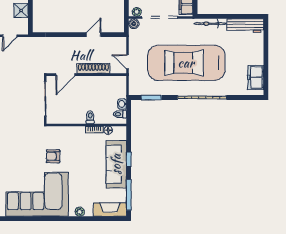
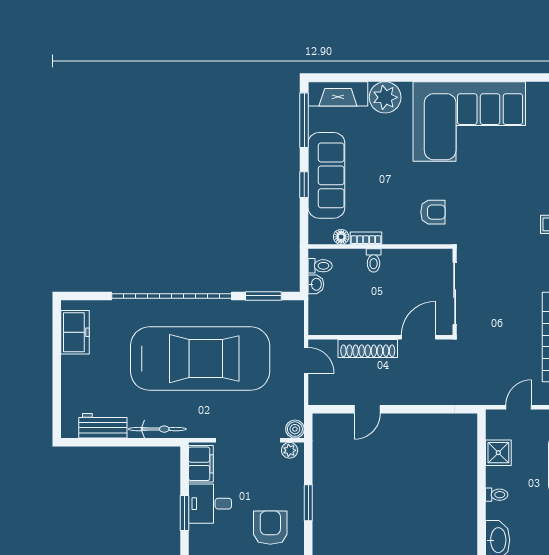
workbench: (245, 25) -> (103, 426), width x0.73
garage door: (202, 97) -> (172, 296), width x1.36
armchair: (53, 156) -> (433, 212), moved
plant: (80, 212) -> (385, 97), width x1.88, depth x1.88

